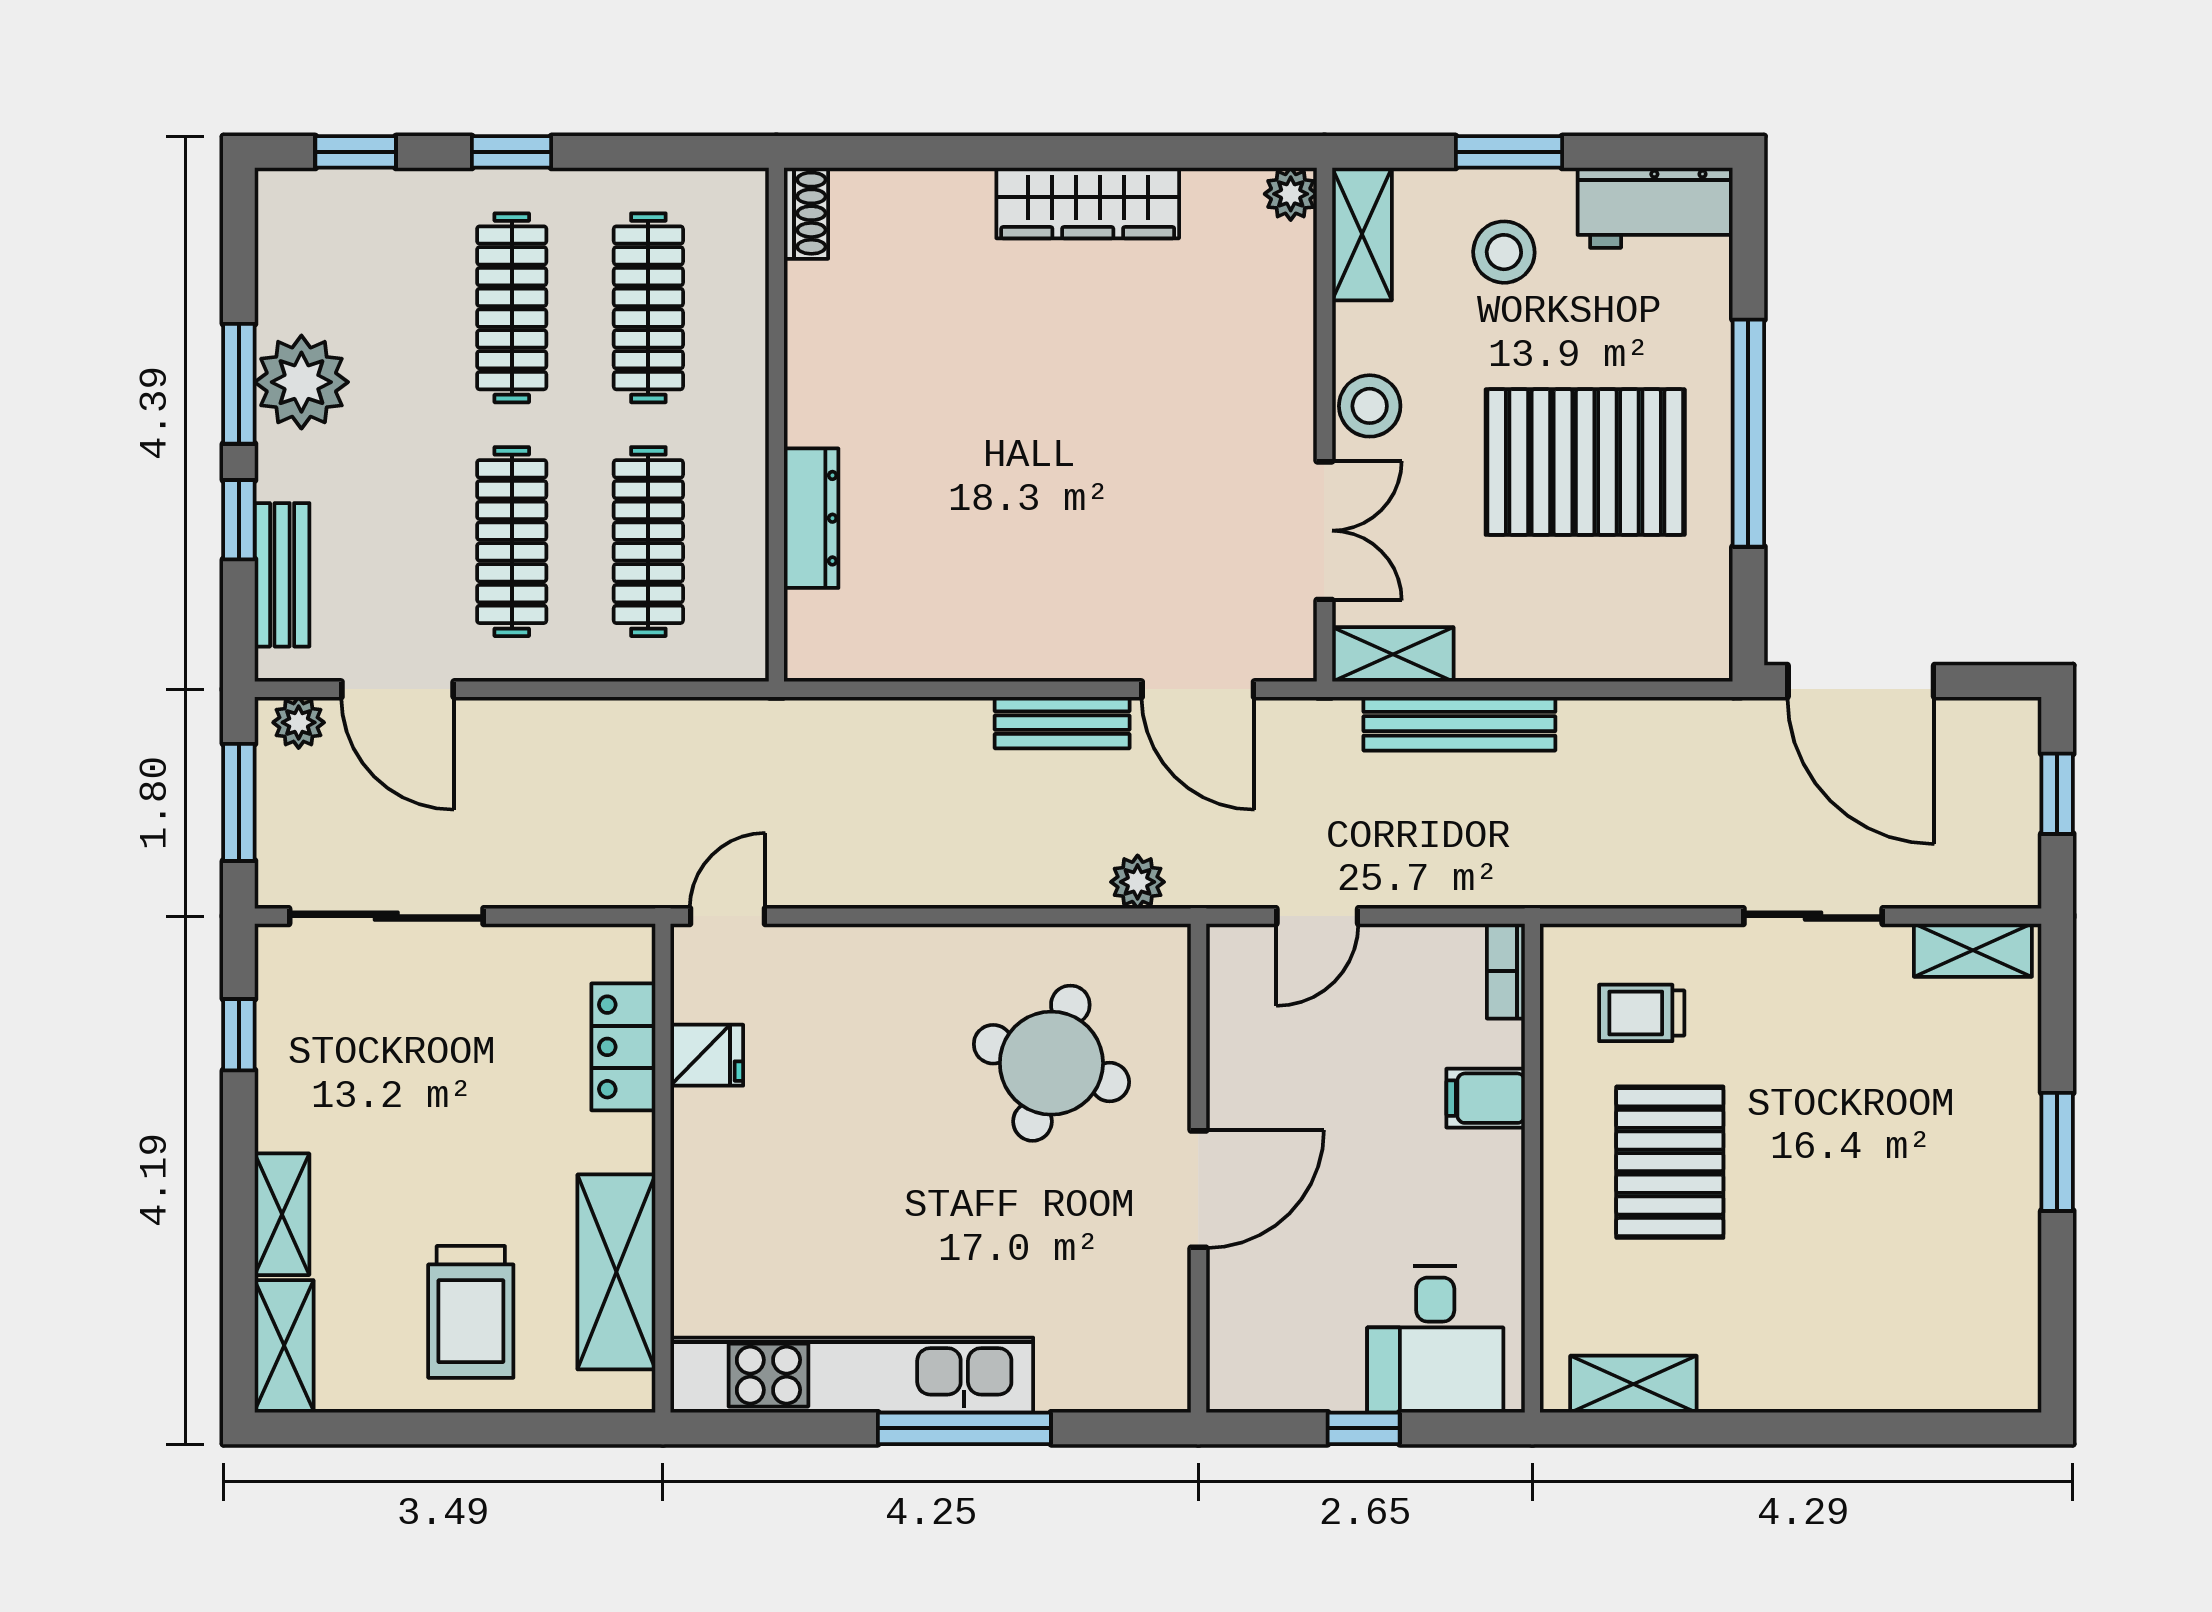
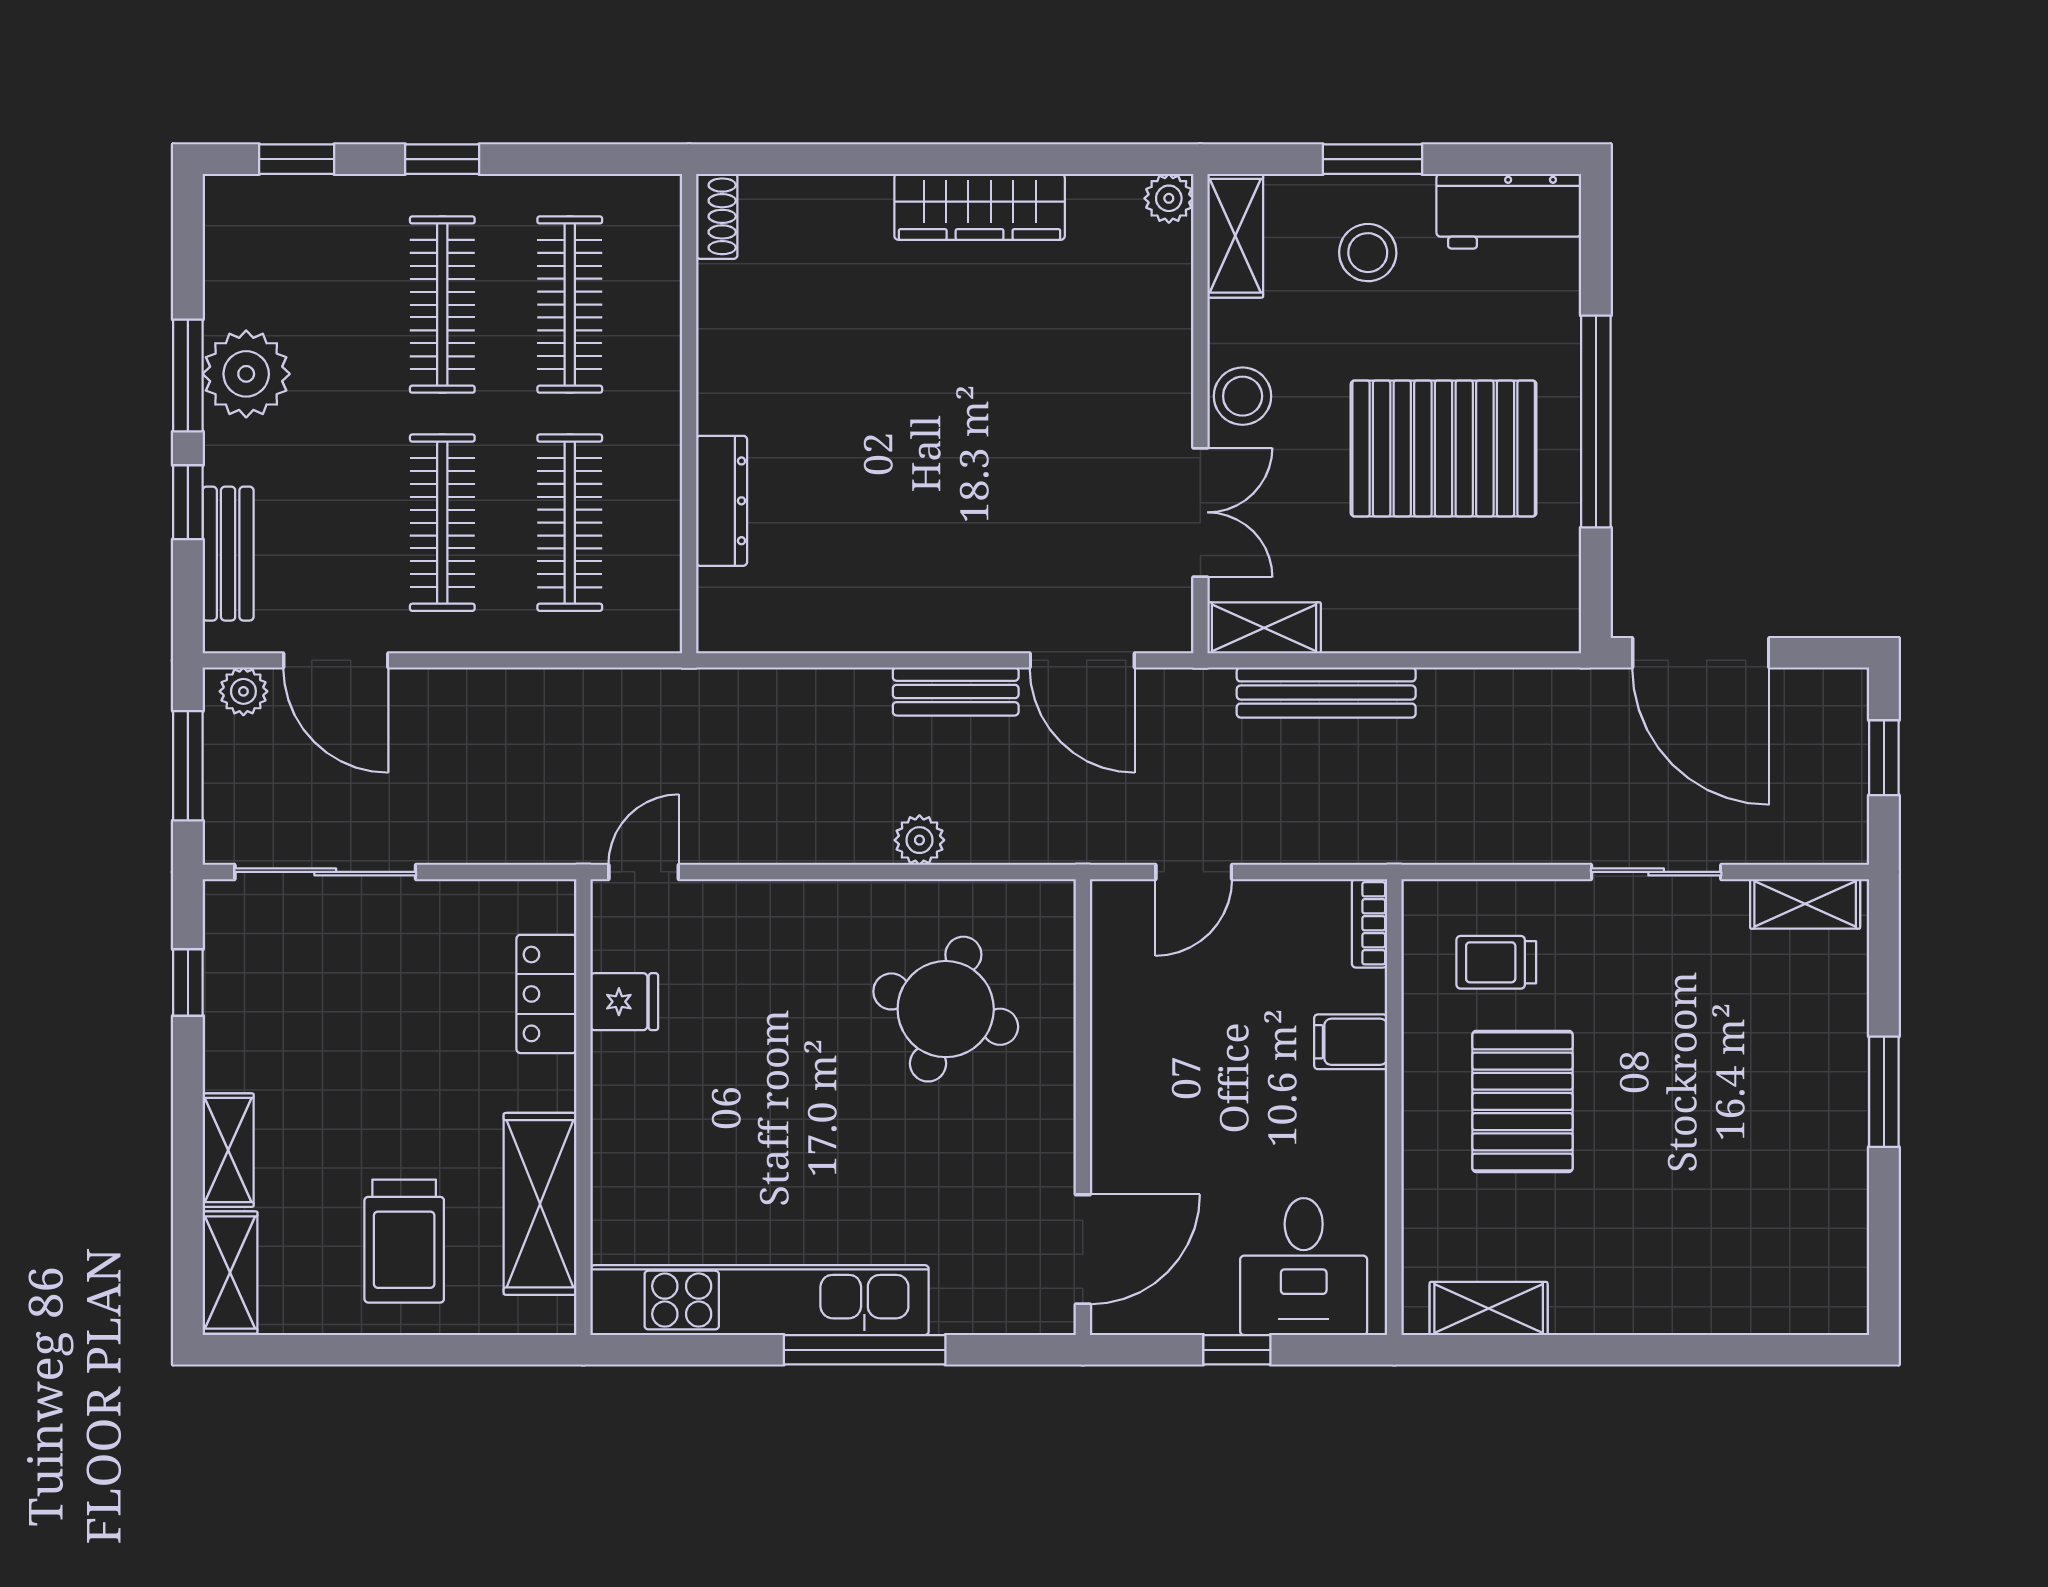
plant: (1138, 882) -> (919, 840), moved
door: (1198, 1189) -> (1083, 1249), moved

